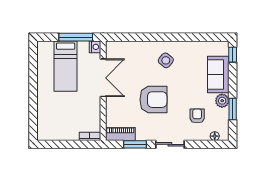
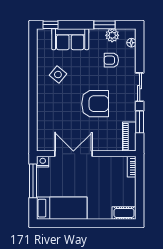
side table: (166, 60) -> (58, 75), moved
bed: (66, 66) -> (62, 208), moved
armchair: (153, 100) -> (95, 104), turned 90
plant: (222, 101) -> (112, 35), moved
cot: (43, 129) -> (124, 213), added

